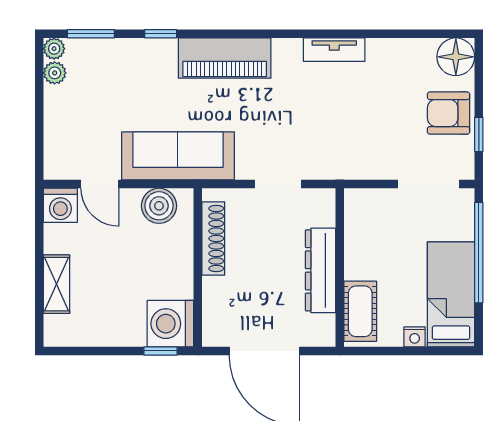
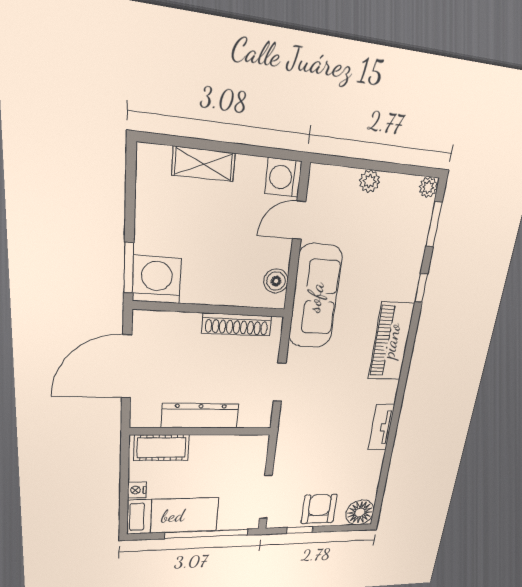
plant: (55, 73) -> (370, 181), moved
boiler: (159, 206) -> (276, 281), width x0.73, depth x0.73
window: (160, 351) -> (129, 268), width x1.50

